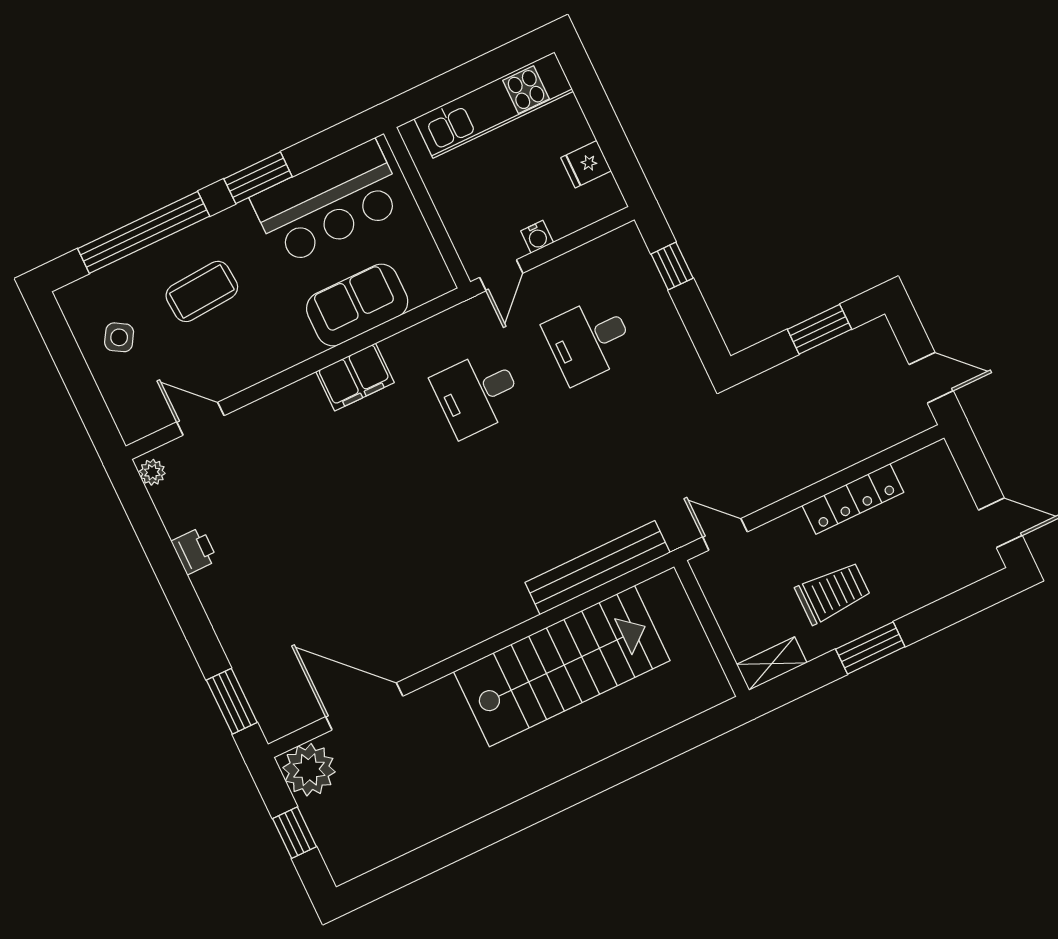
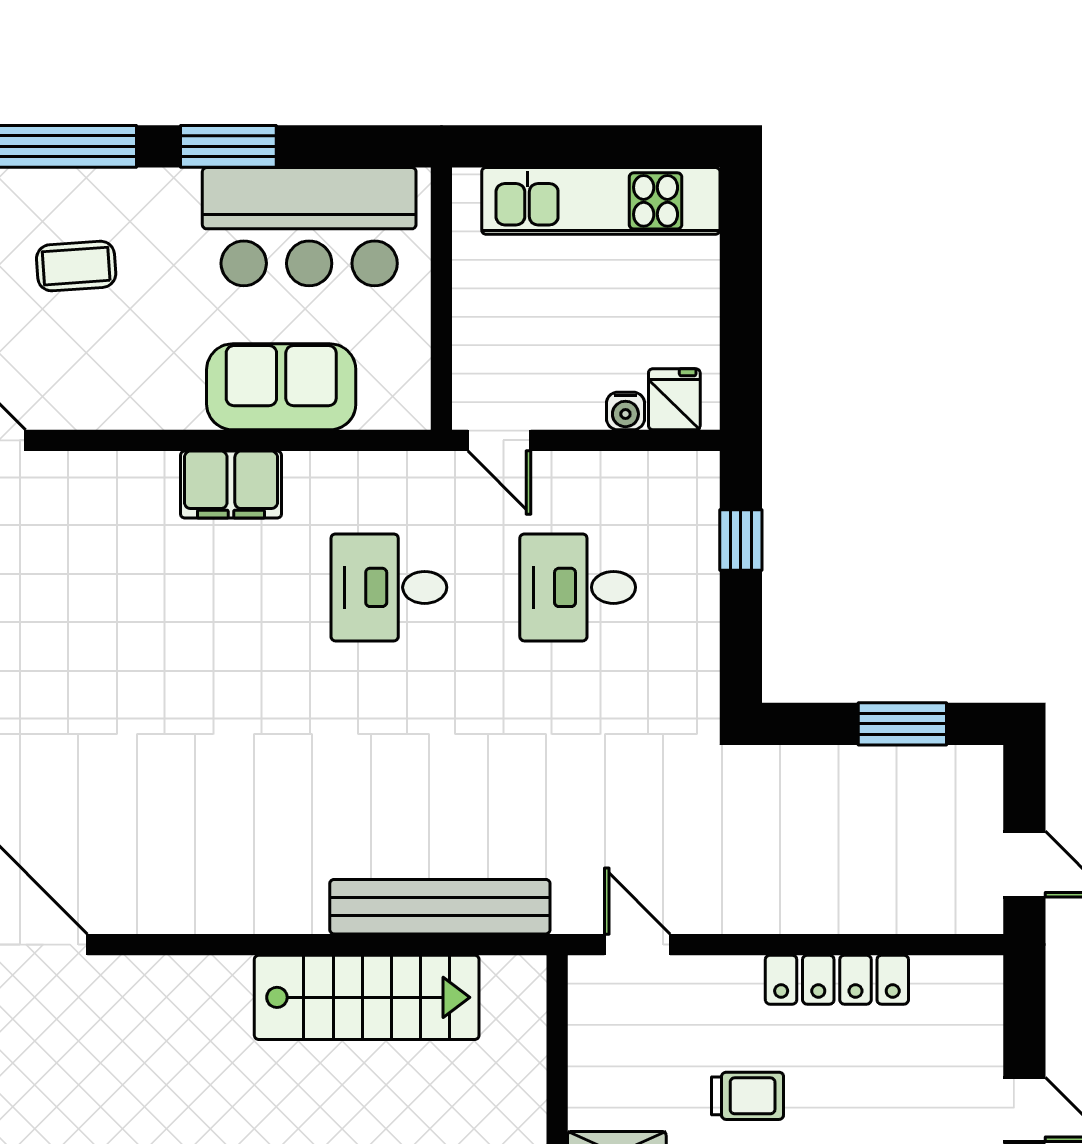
fridge: (586, 164) -> (674, 399), moved, turned 90
water cooler: (537, 237) -> (625, 411), moved
door: (501, 275) -> (499, 440), hinge flipped
coffee table: (202, 291) -> (76, 266), width x0.73, depth x0.77
trolley: (833, 593) -> (747, 1096), width x0.73, depth x0.72
stairs: (562, 666) -> (367, 997), width x0.73, depth x0.66

